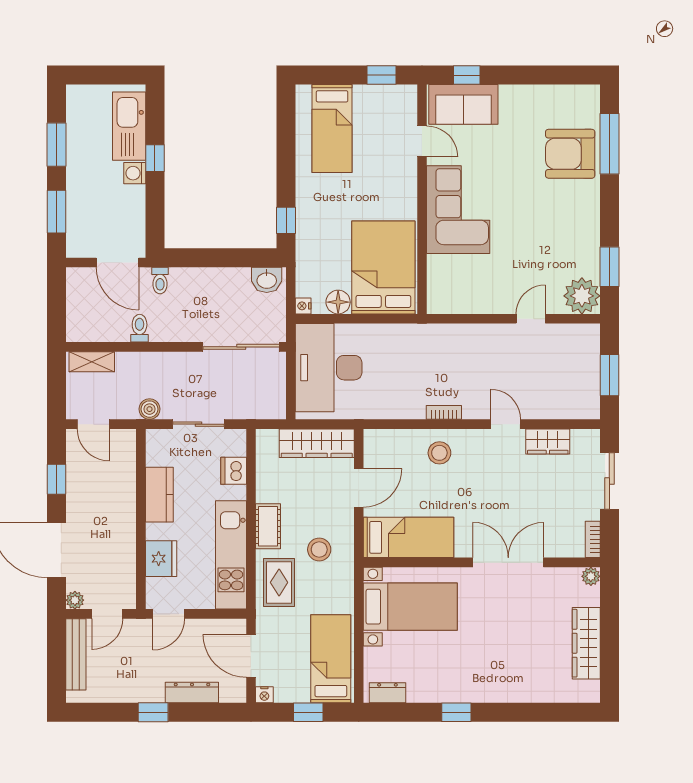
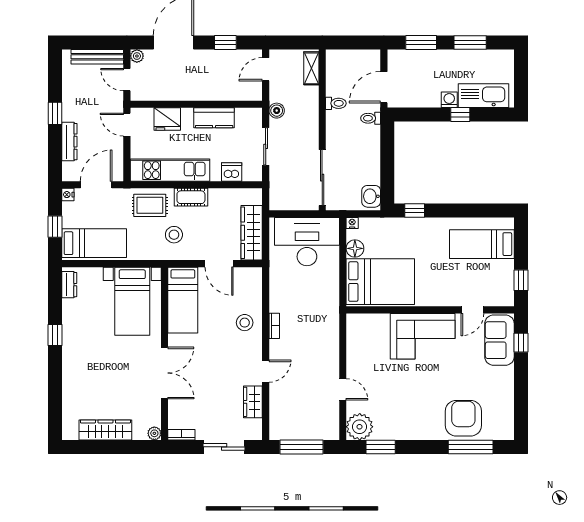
window: (609, 375) -> (301, 447), width x1.44

